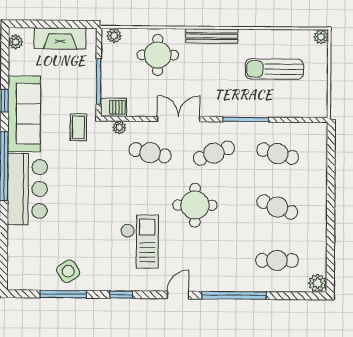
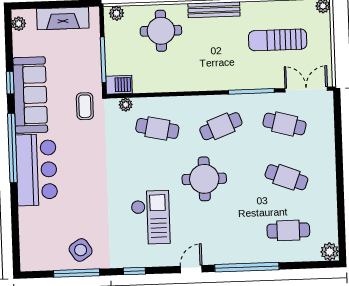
double door: (179, 119) -> (306, 89), moved

